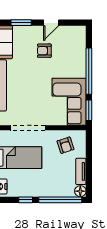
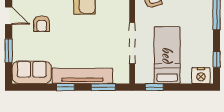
window: (26, 200) -> (217, 59), moved

